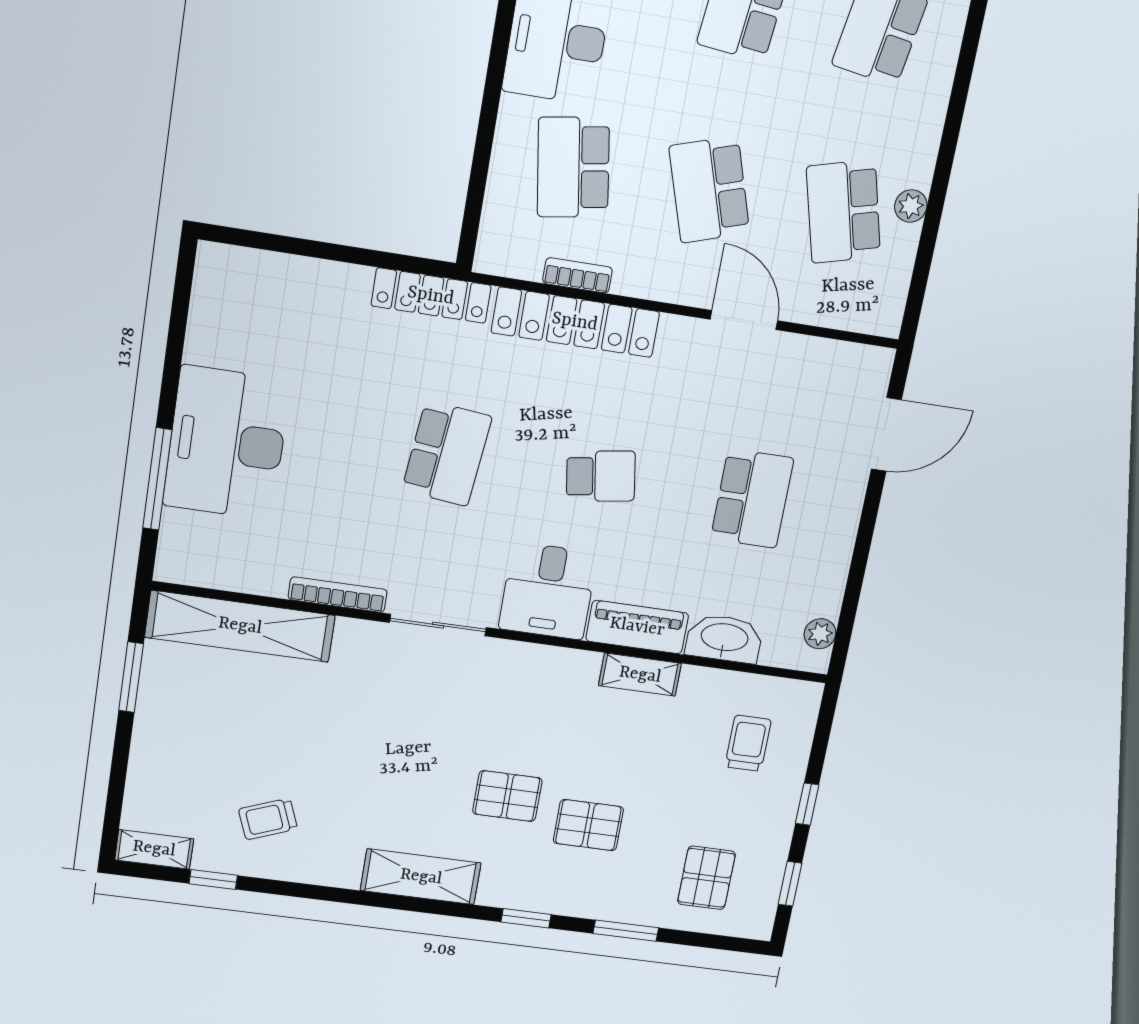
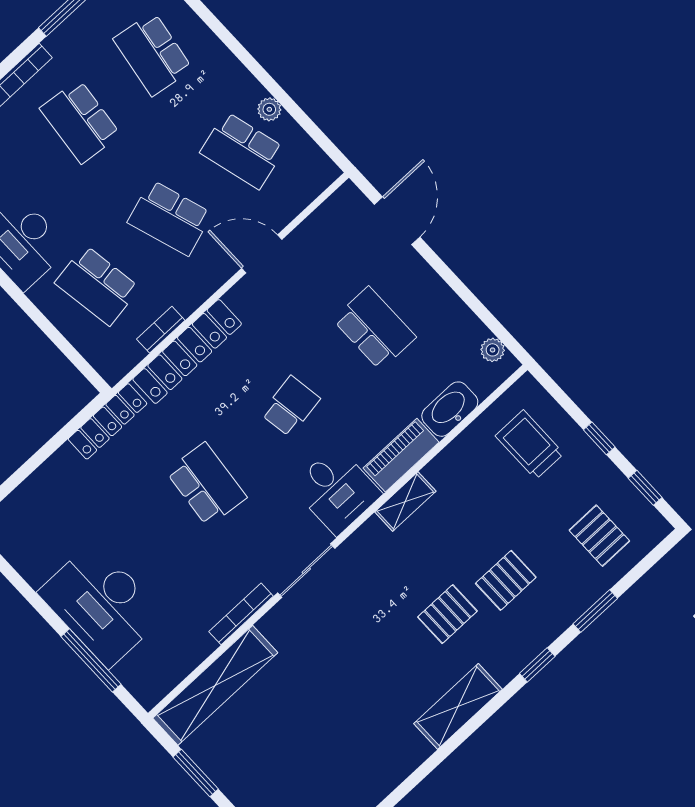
shelving: (640, 675) -> (405, 502), moved
trolley: (748, 743) -> (530, 445), width x1.36, depth x1.39
trolley: (268, 819) -> (347, 766), removed

